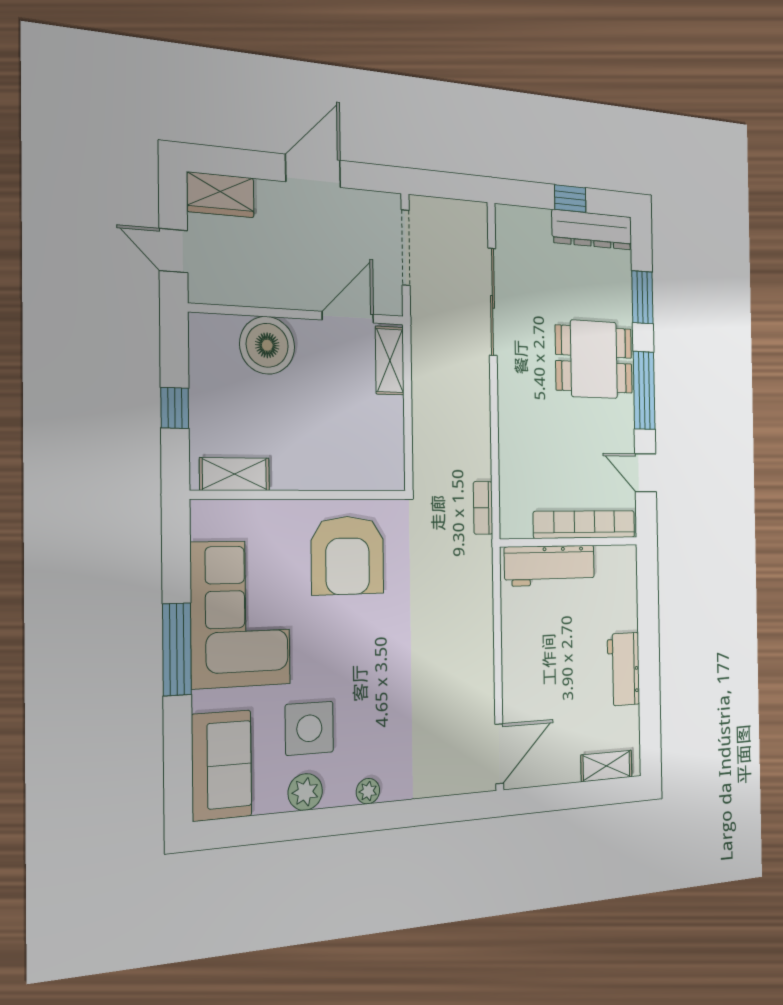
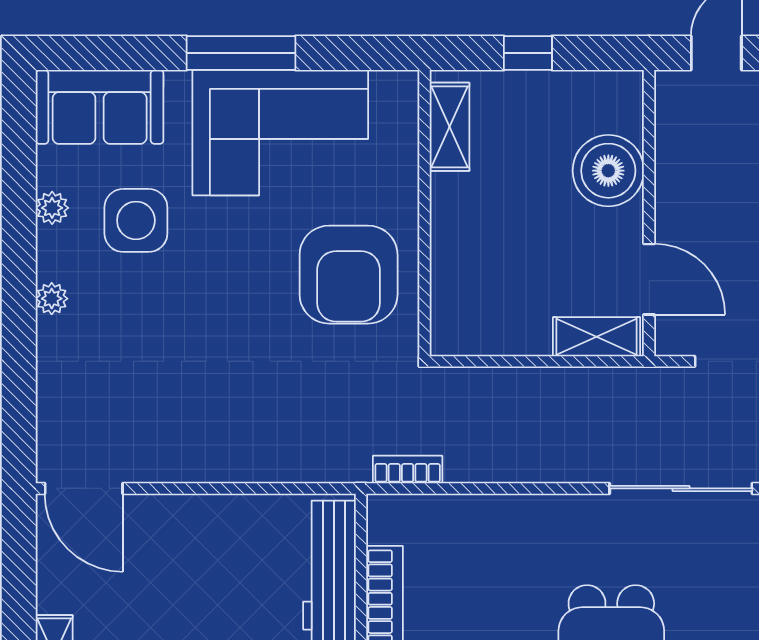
armchair: (348, 555) -> (349, 275), turned -90
plant: (305, 792) -> (52, 208), width x0.73, depth x0.73

